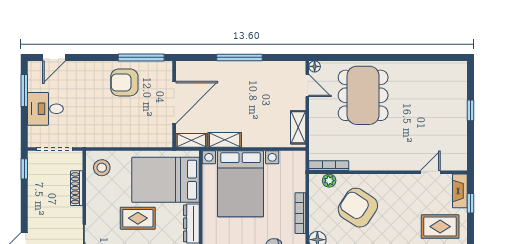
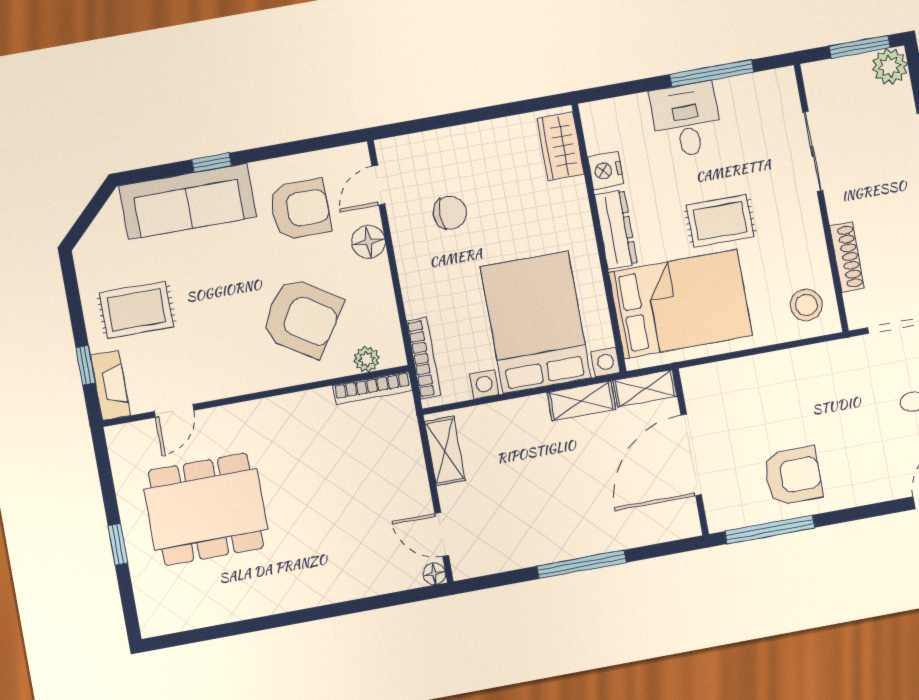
dining table: (363, 95) -> (206, 509), moved, turned 90
bookcase: (300, 213) -> (424, 358), moved

